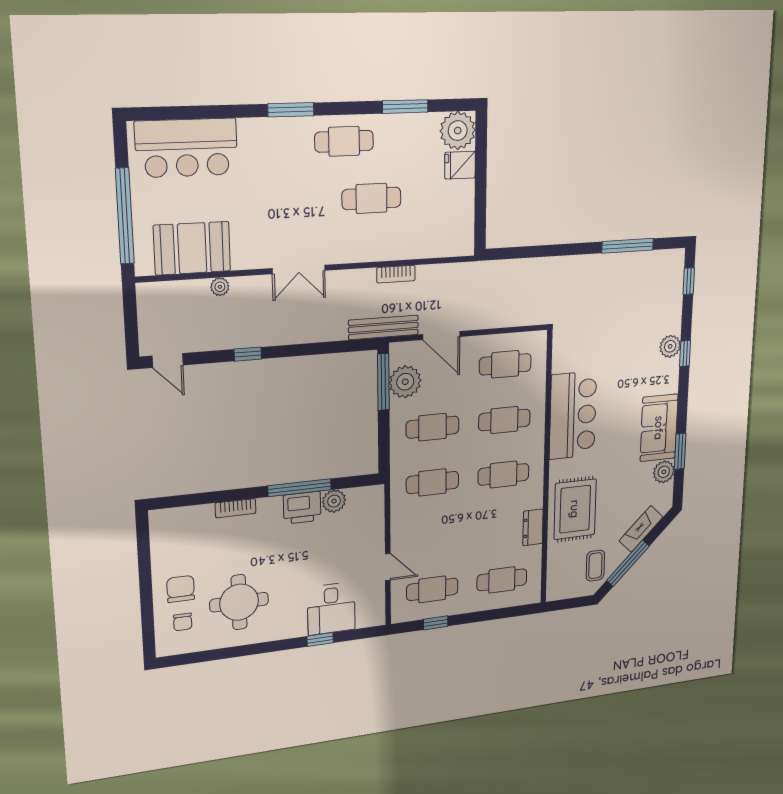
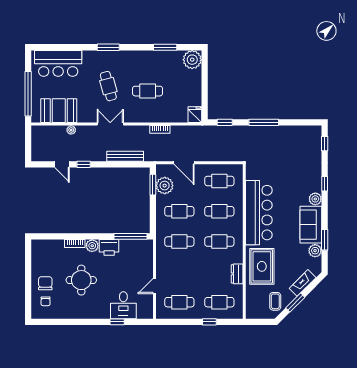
cafe table: (344, 141) -> (108, 86), moved, turned 75
fridge: (460, 165) -> (195, 115), moved, turned 90
window: (628, 246) -> (264, 122), moved
window: (517, 253) -> (225, 122), added
double door: (299, 269) -> (110, 124), swing flipped
bench: (383, 327) -> (125, 156), moved
plant: (670, 346) -> (315, 199), moved
door: (168, 361) -> (62, 164), moved
window: (383, 382) -> (153, 185), width x0.69
bar counter: (573, 415) -> (259, 213), width x1.36
window: (300, 488) -> (130, 236), moved
plant: (334, 501) -> (92, 246), moved
window: (628, 563) -> (295, 303), width x0.69
door: (388, 567) -> (155, 286), swing flipped
round table: (239, 602) -> (81, 280), moved
window: (436, 623) -> (209, 322), moved

